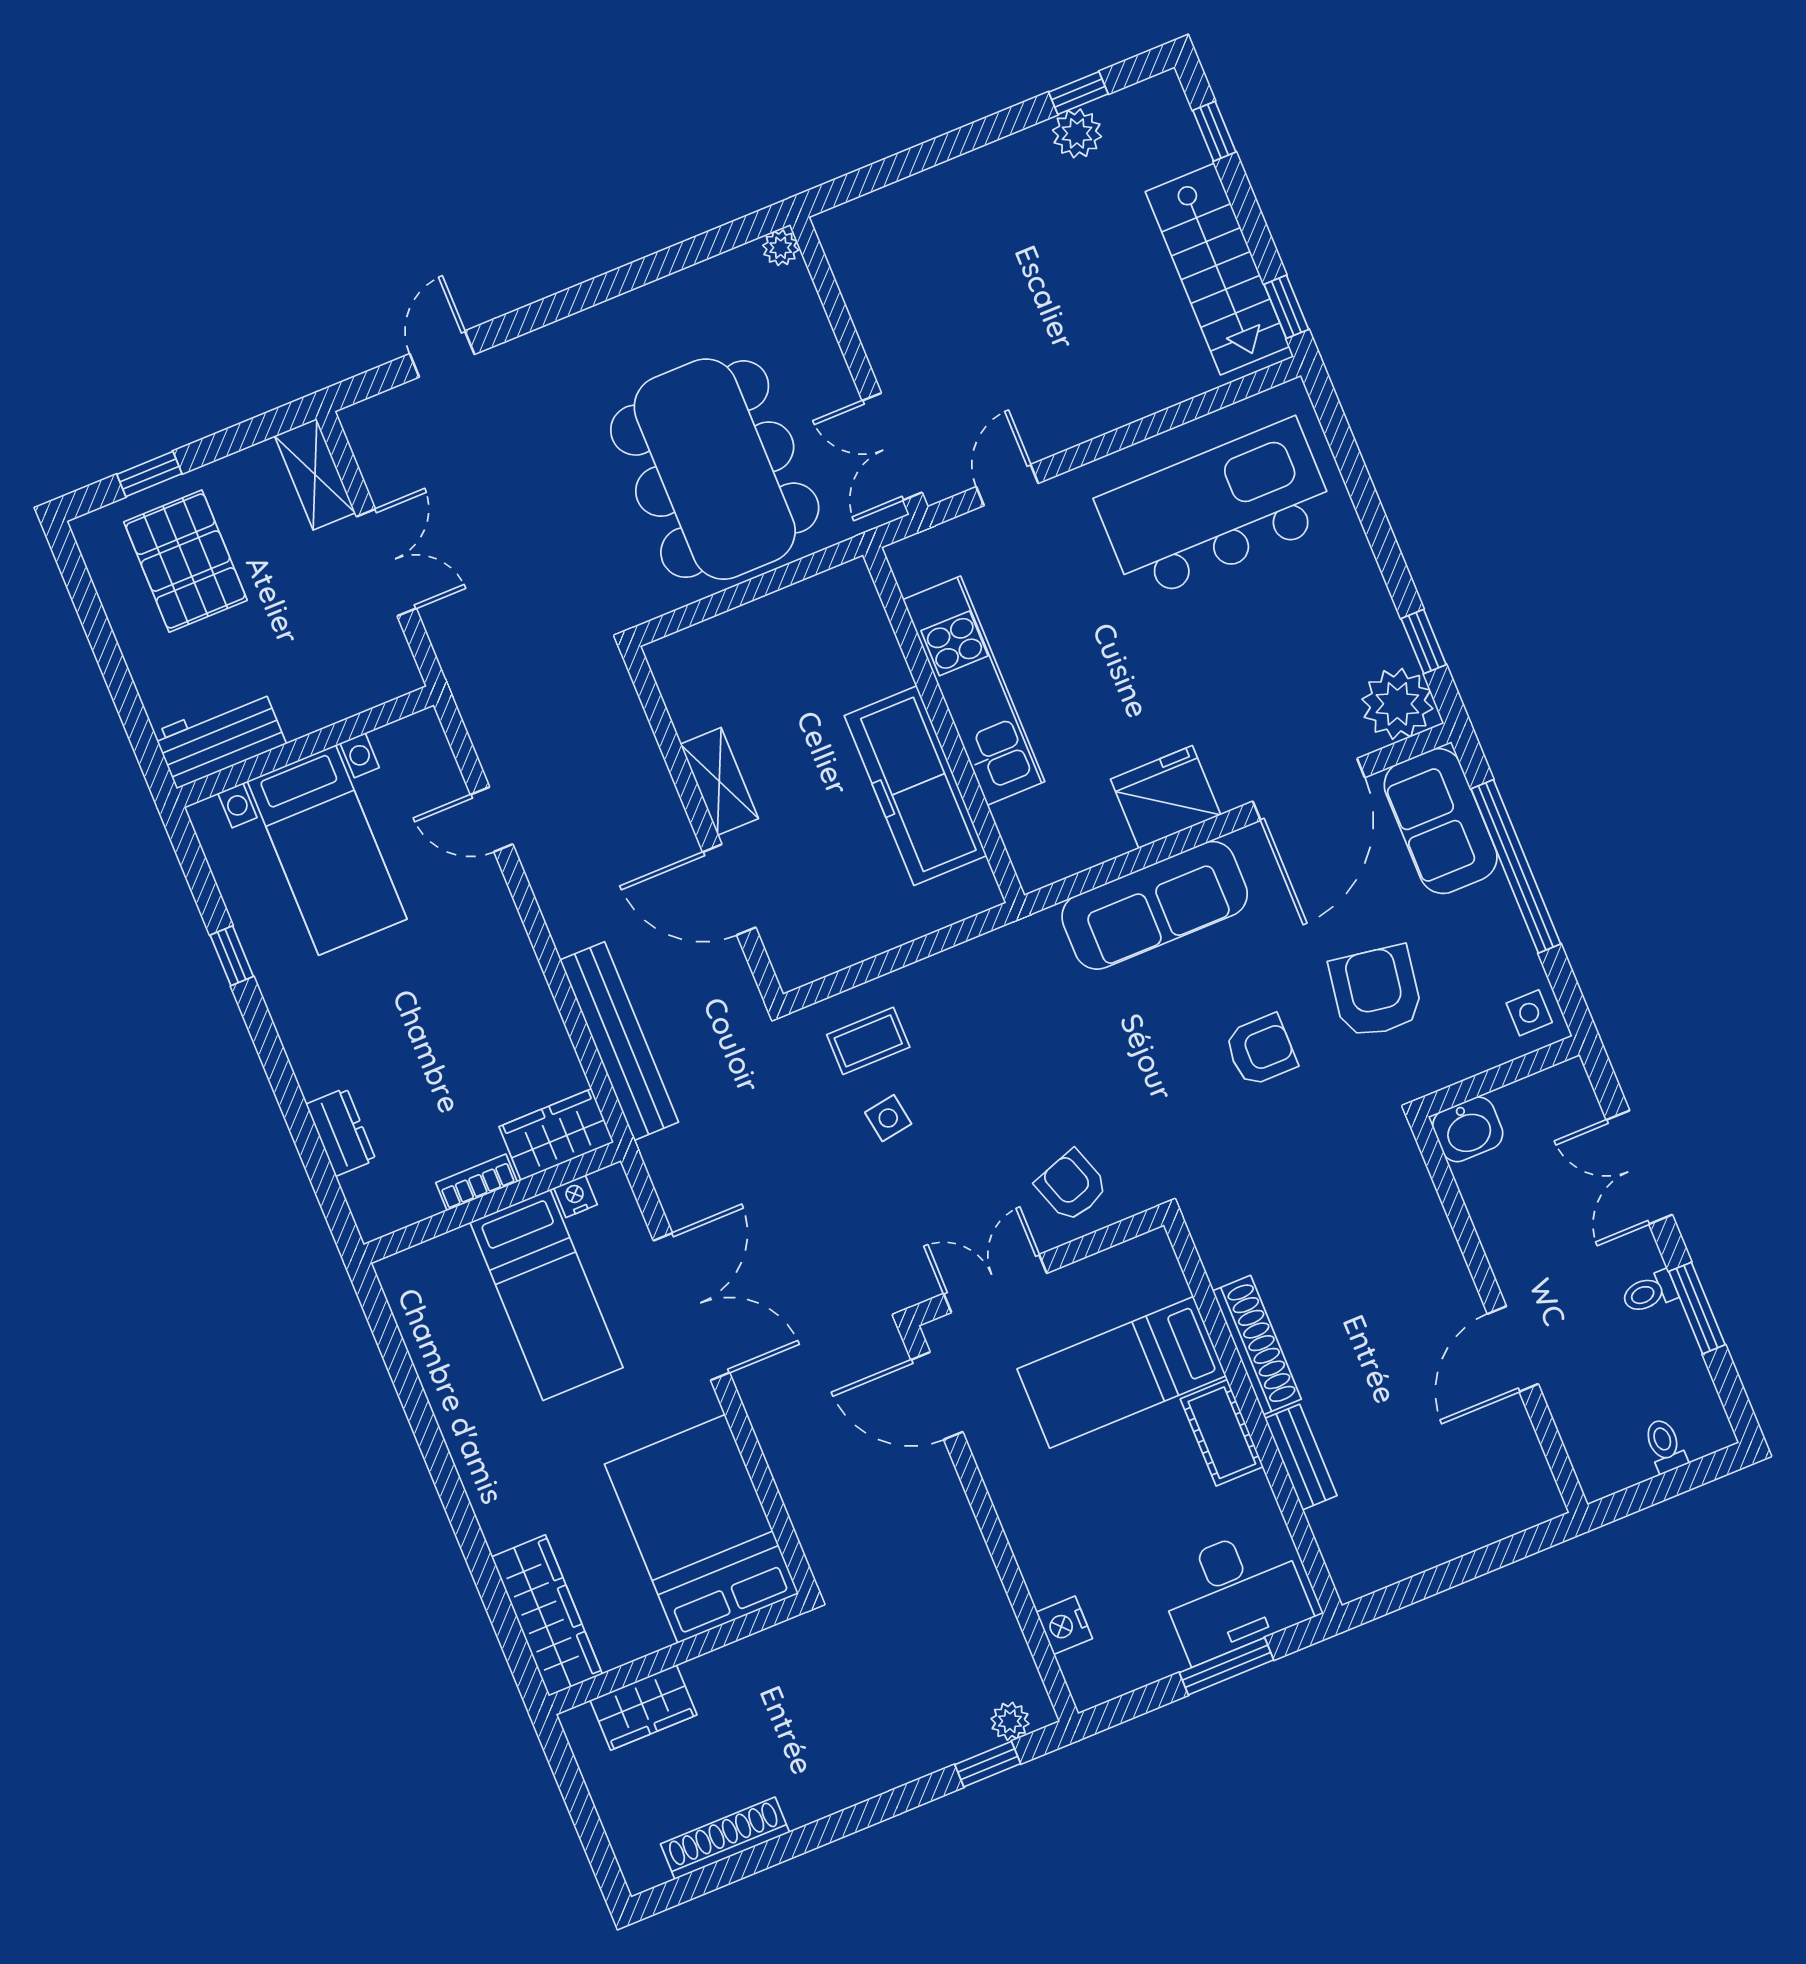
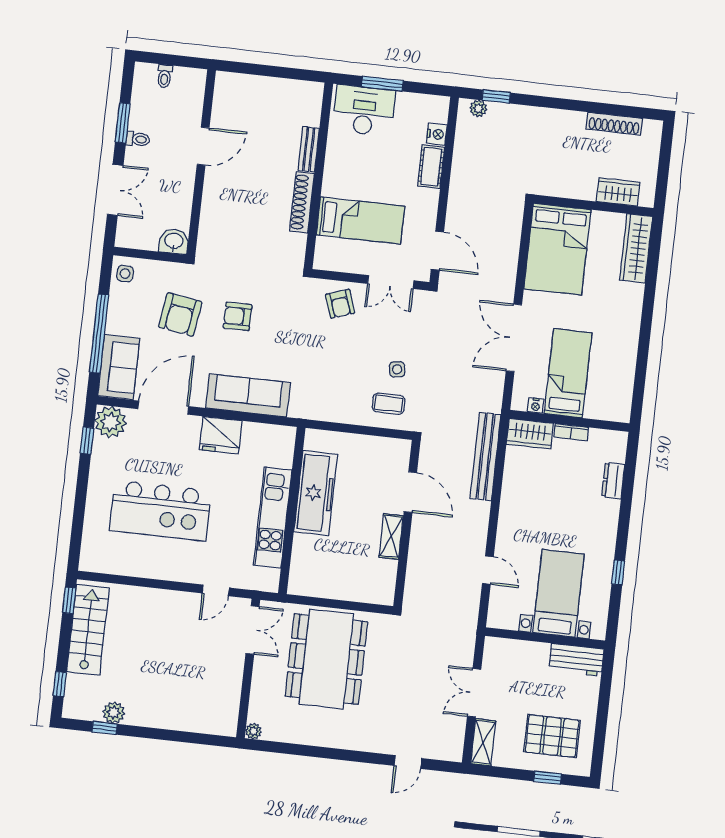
kitchen island: (1216, 510) -> (160, 511), moved
pallet: (186, 561) -> (552, 736), turned 90
cot: (1222, 1433) -> (431, 167), moved

